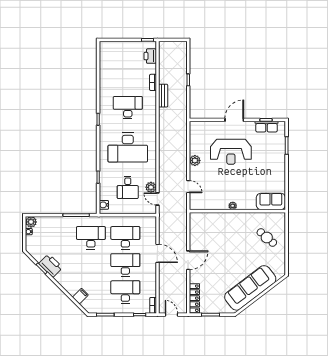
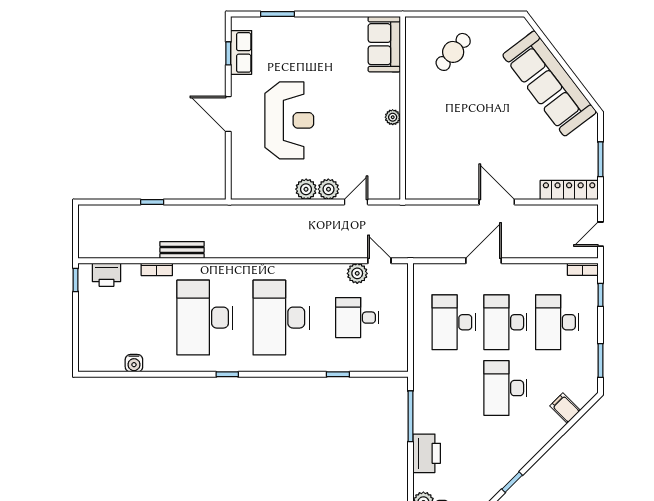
desk: (128, 108) -> (205, 318), width x1.36, depth x1.30
desk: (128, 147) -> (281, 318), turned 180
plant: (195, 172) -> (328, 189), added
desk: (128, 187) -> (357, 318), turned 180
door: (157, 199) -> (379, 261), swing flipped
water cooler: (104, 205) -> (134, 363), moved
desk: (91, 238) -> (505, 388), moved
printer: (51, 265) -> (427, 453), moved, turned 135

